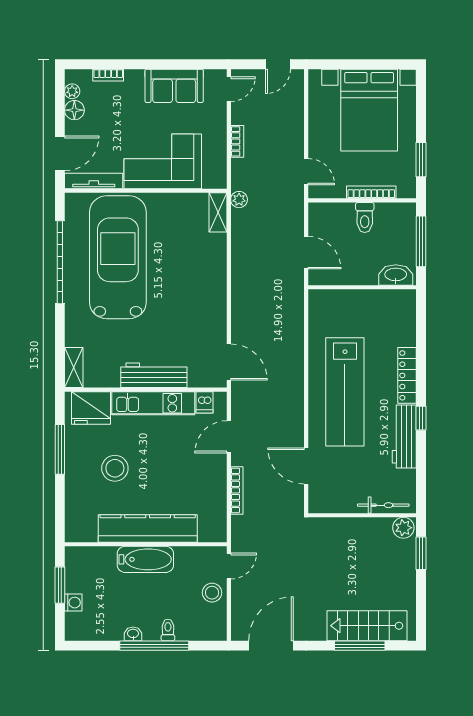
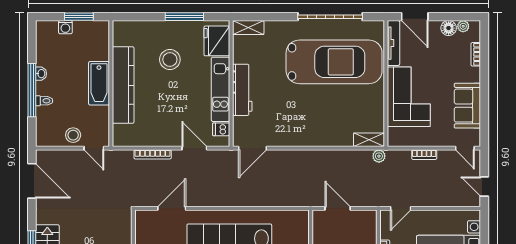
door: (306, 253) -> (338, 208), swing flipped

